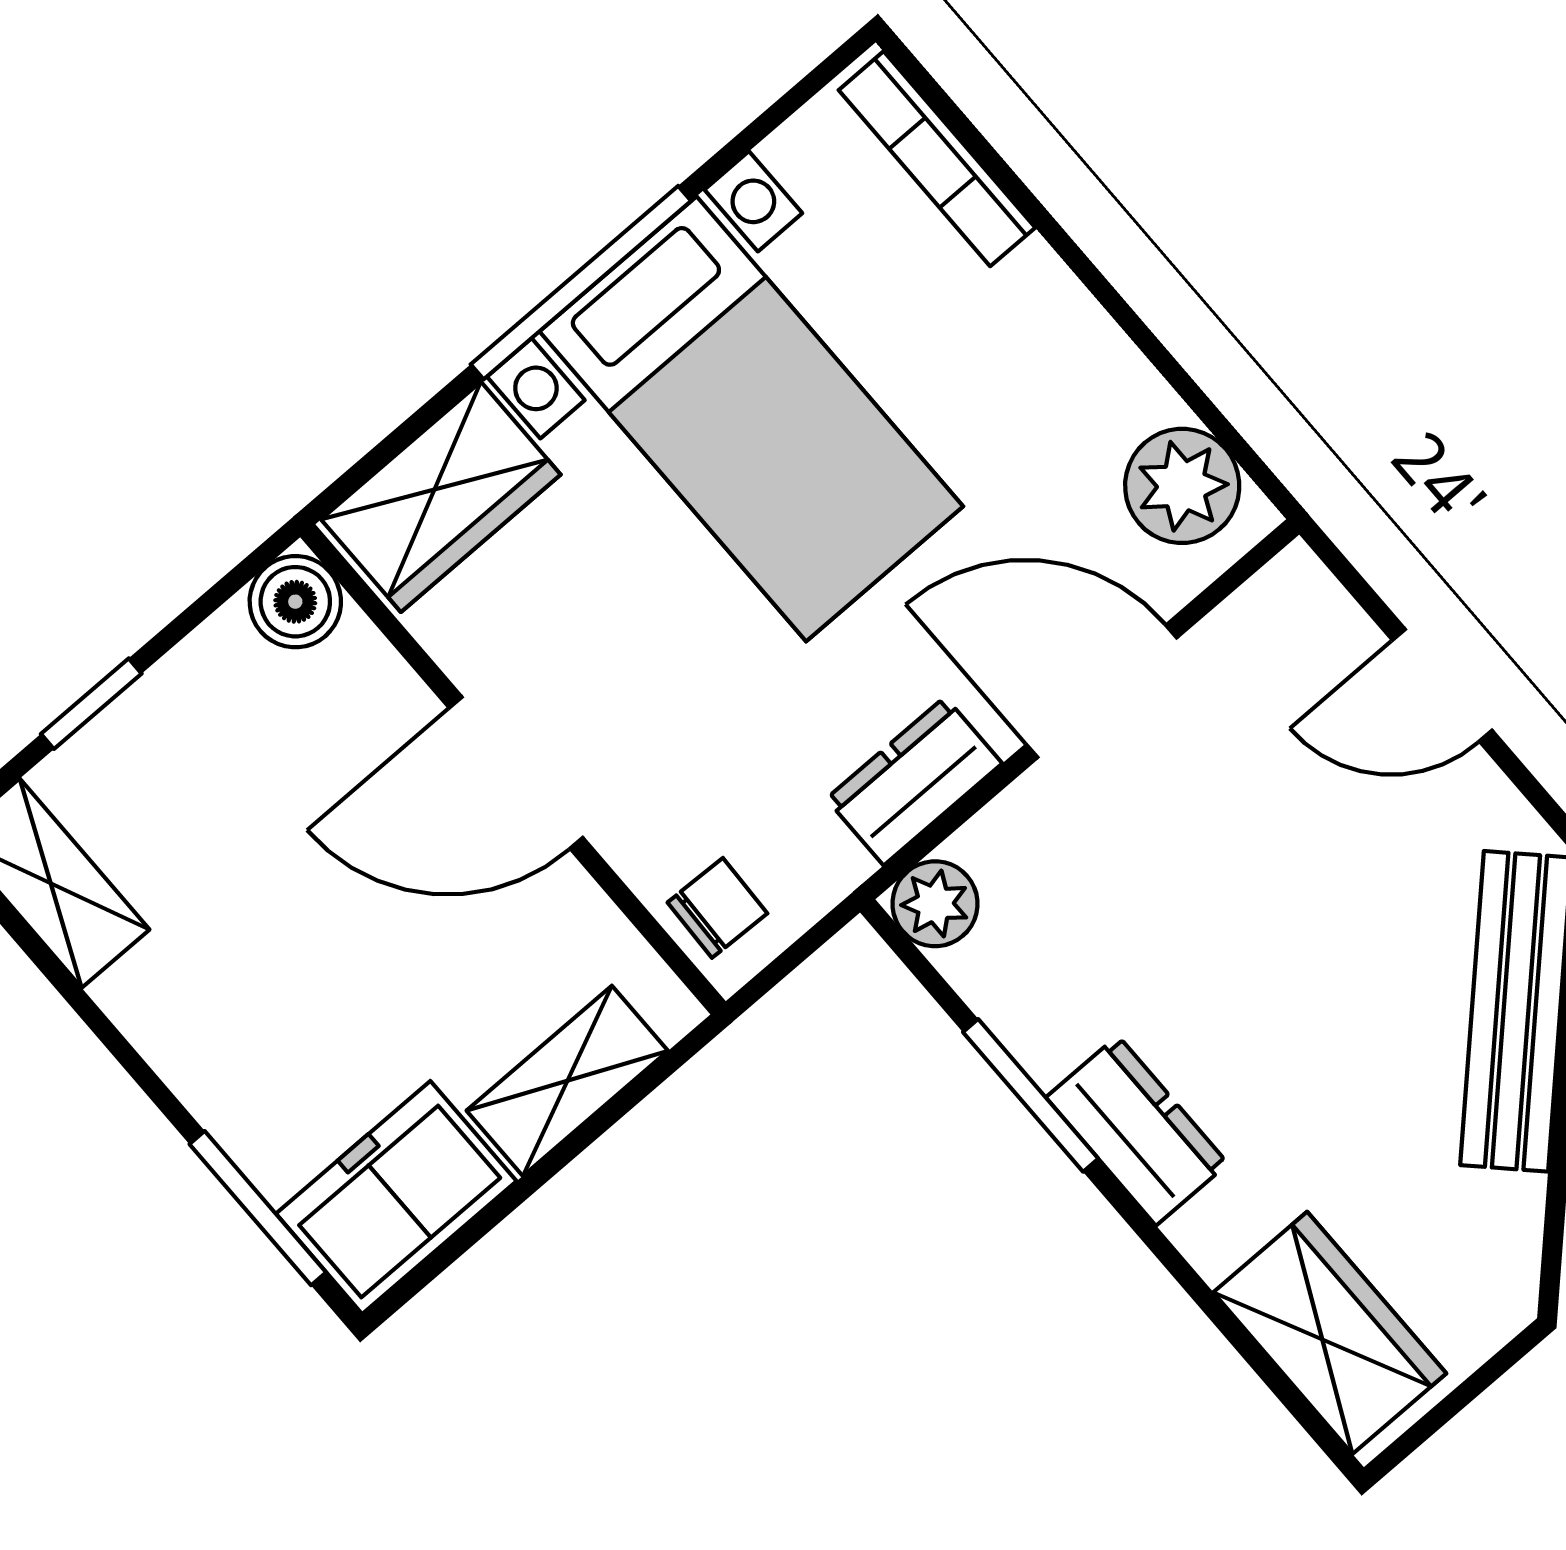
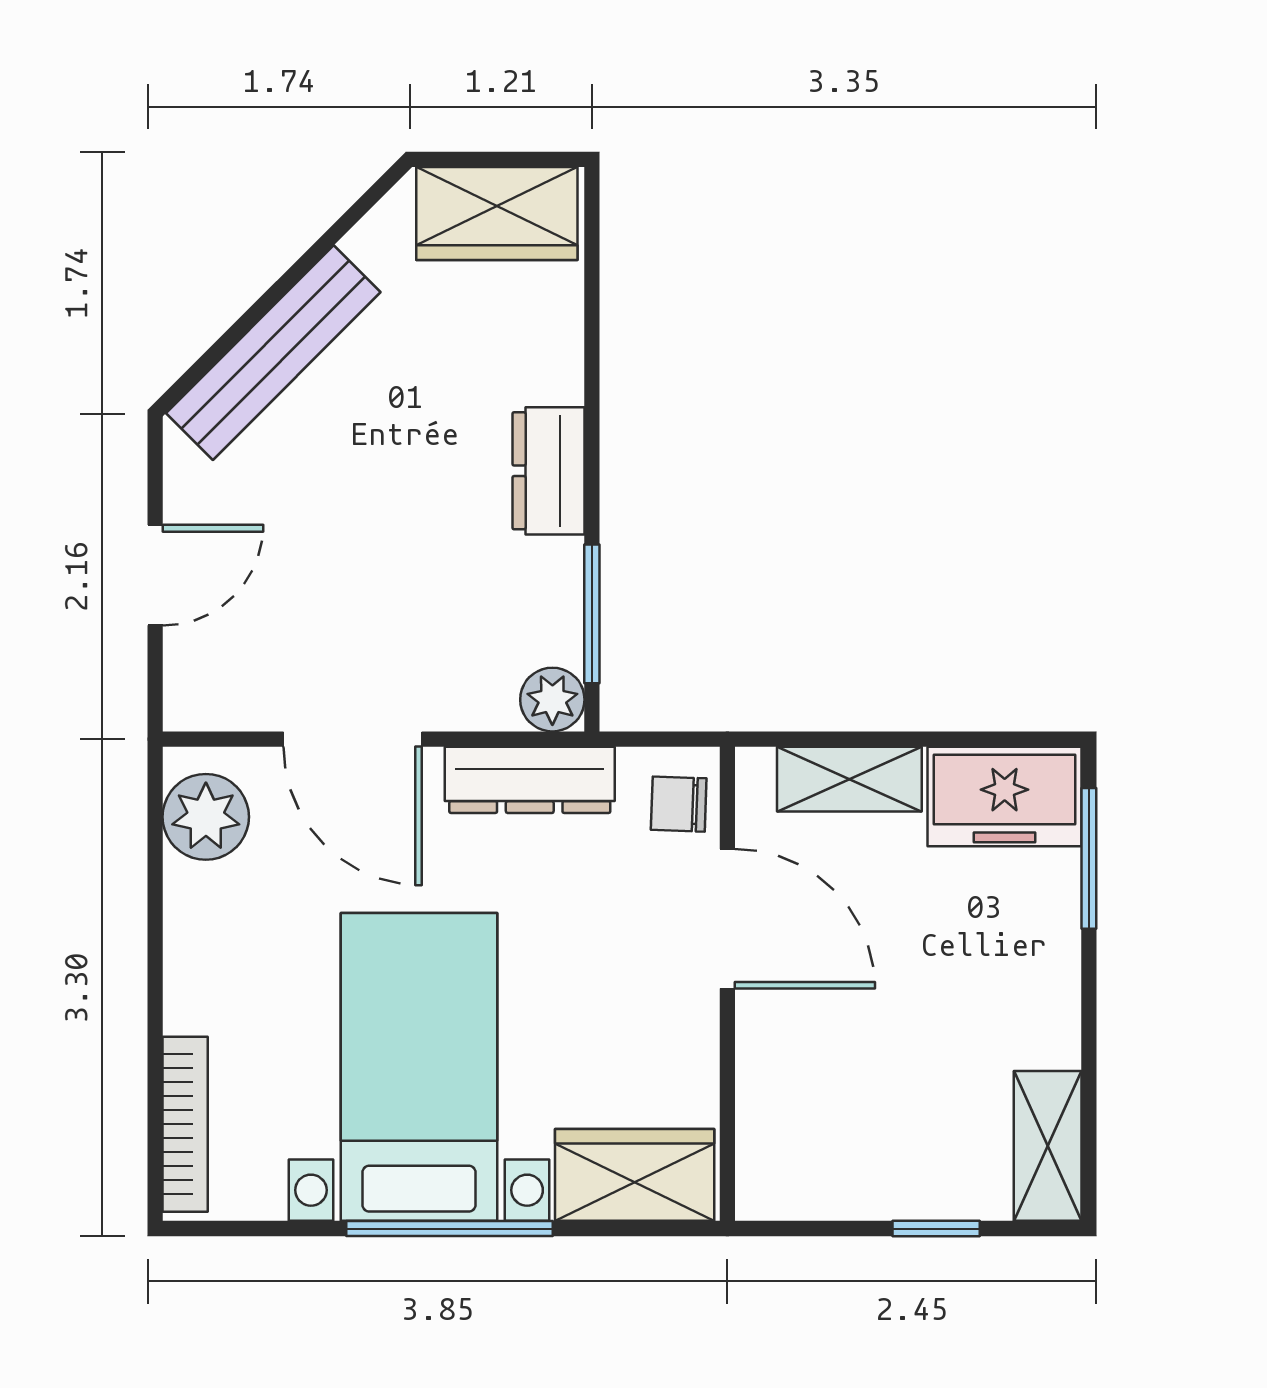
boiler: (295, 602) -> (769, 1187), removed
door: (1442, 685) -> (155, 575), hinge flipped
door: (516, 773) -> (727, 919), moved
dresser: (914, 781) -> (530, 780), width x1.44
window: (1031, 1095) -> (592, 614), moved
wardrobe: (1330, 1333) -> (497, 213), moved, turned -90

